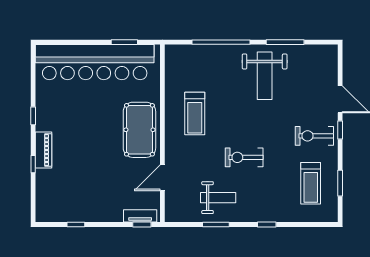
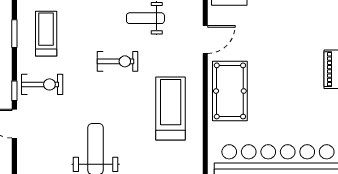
treadmill: (195, 113) -> (171, 108), width x1.37, depth x1.38

